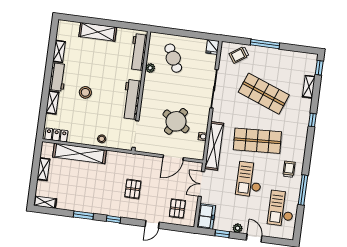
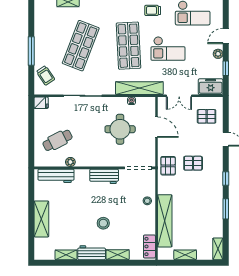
workbench: (132, 99) -> (104, 176), width x0.73
round table: (176, 121) -> (120, 129), turned -32
pallet: (134, 164) -> (168, 166), added

